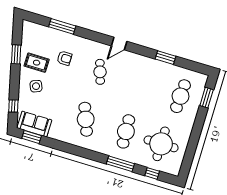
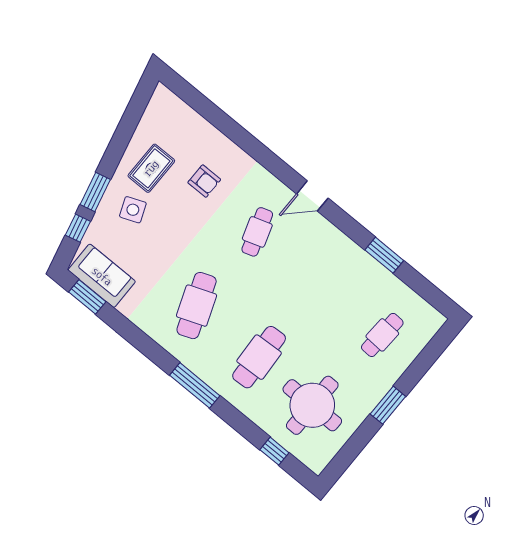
window: (62, 26) -> (224, 123), removed
window: (16, 54) -> (95, 192), moved
rug: (37, 63) -> (151, 168), turned 90
cafe table: (181, 96) -> (382, 335), width x0.73, depth x0.74
window: (207, 98) -> (388, 405), moved
window: (120, 164) -> (195, 385), moved

